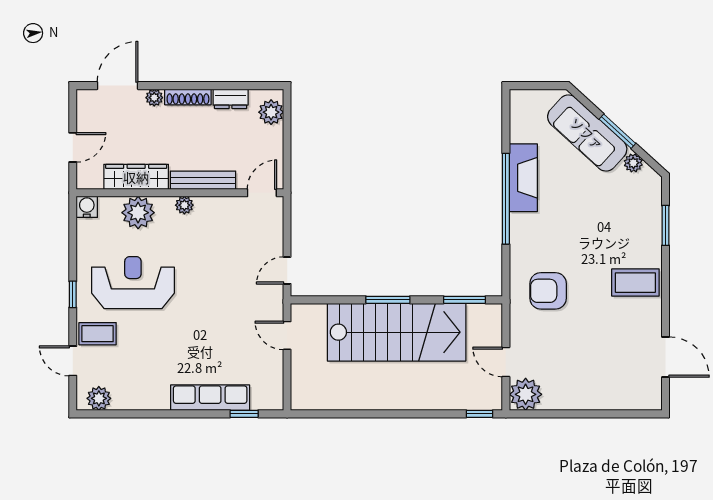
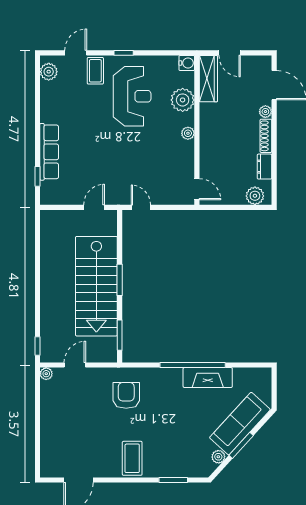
wardrobe: (136, 177) -> (208, 79), moved
bench: (203, 180) -> (206, 147), removed
plant: (526, 394) -> (46, 374), width x0.53, depth x0.53

